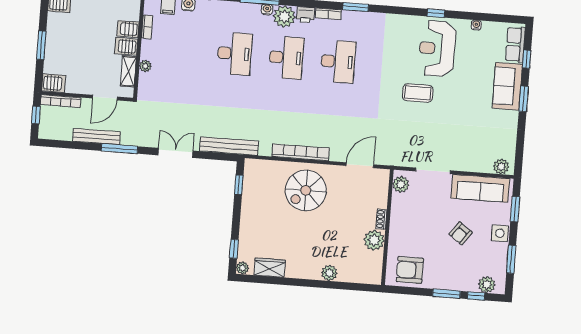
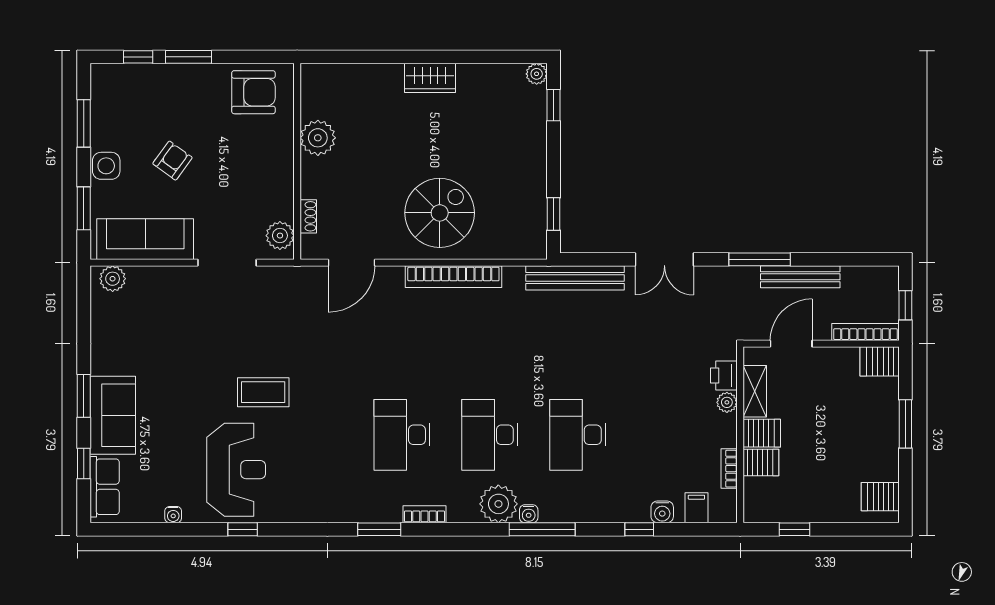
printer: (306, 15) -> (724, 376), moved, turned -90
shoe rack: (381, 219) -> (308, 216), moved
wardrobe: (270, 268) -> (430, 78), moved
plant: (329, 273) -> (389, 77), removed
plant: (487, 285) -> (122, 77), removed

